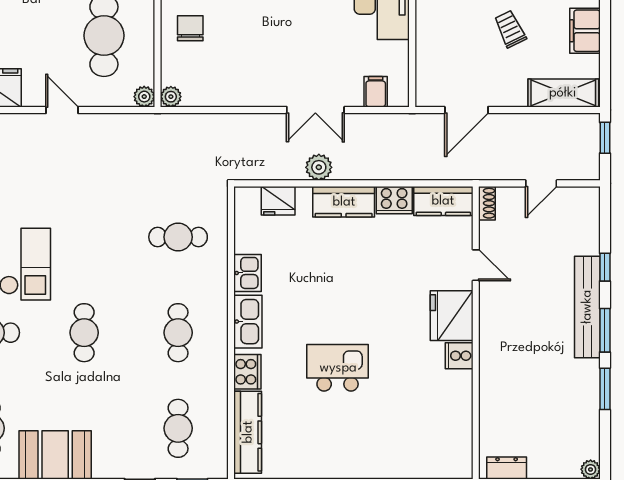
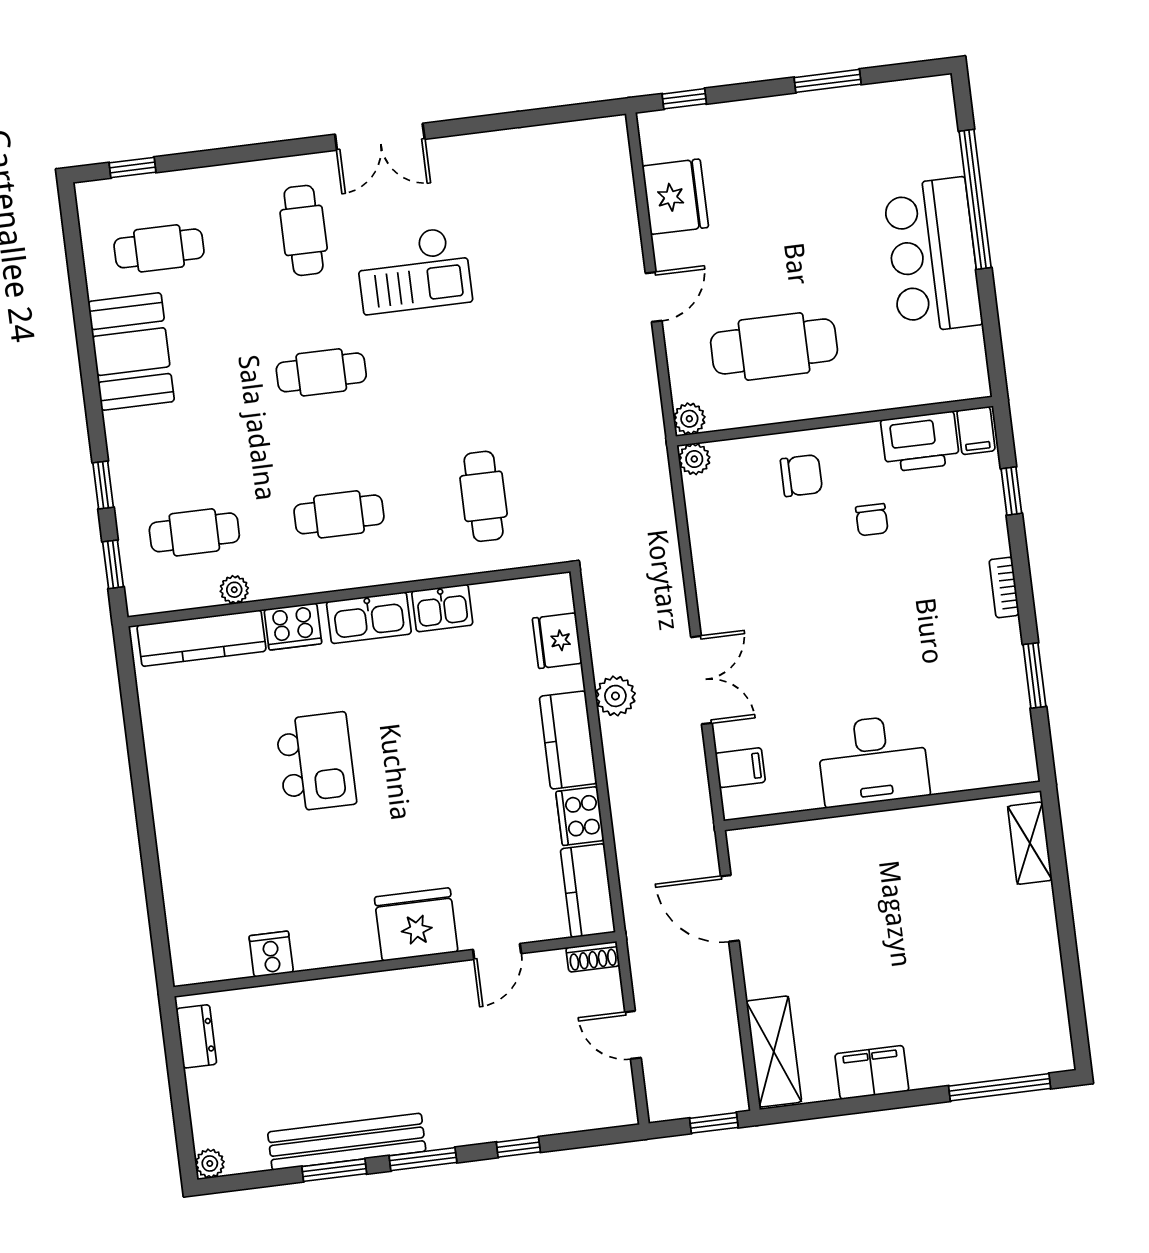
trolley: (510, 29) -> (860, 959), removed
double door: (315, 110) -> (701, 680), swing flipped
bench: (587, 307) -> (347, 1142), moved
cooker: (459, 356) -> (271, 954), moved
plant: (219, 407) -> (234, 590), added

